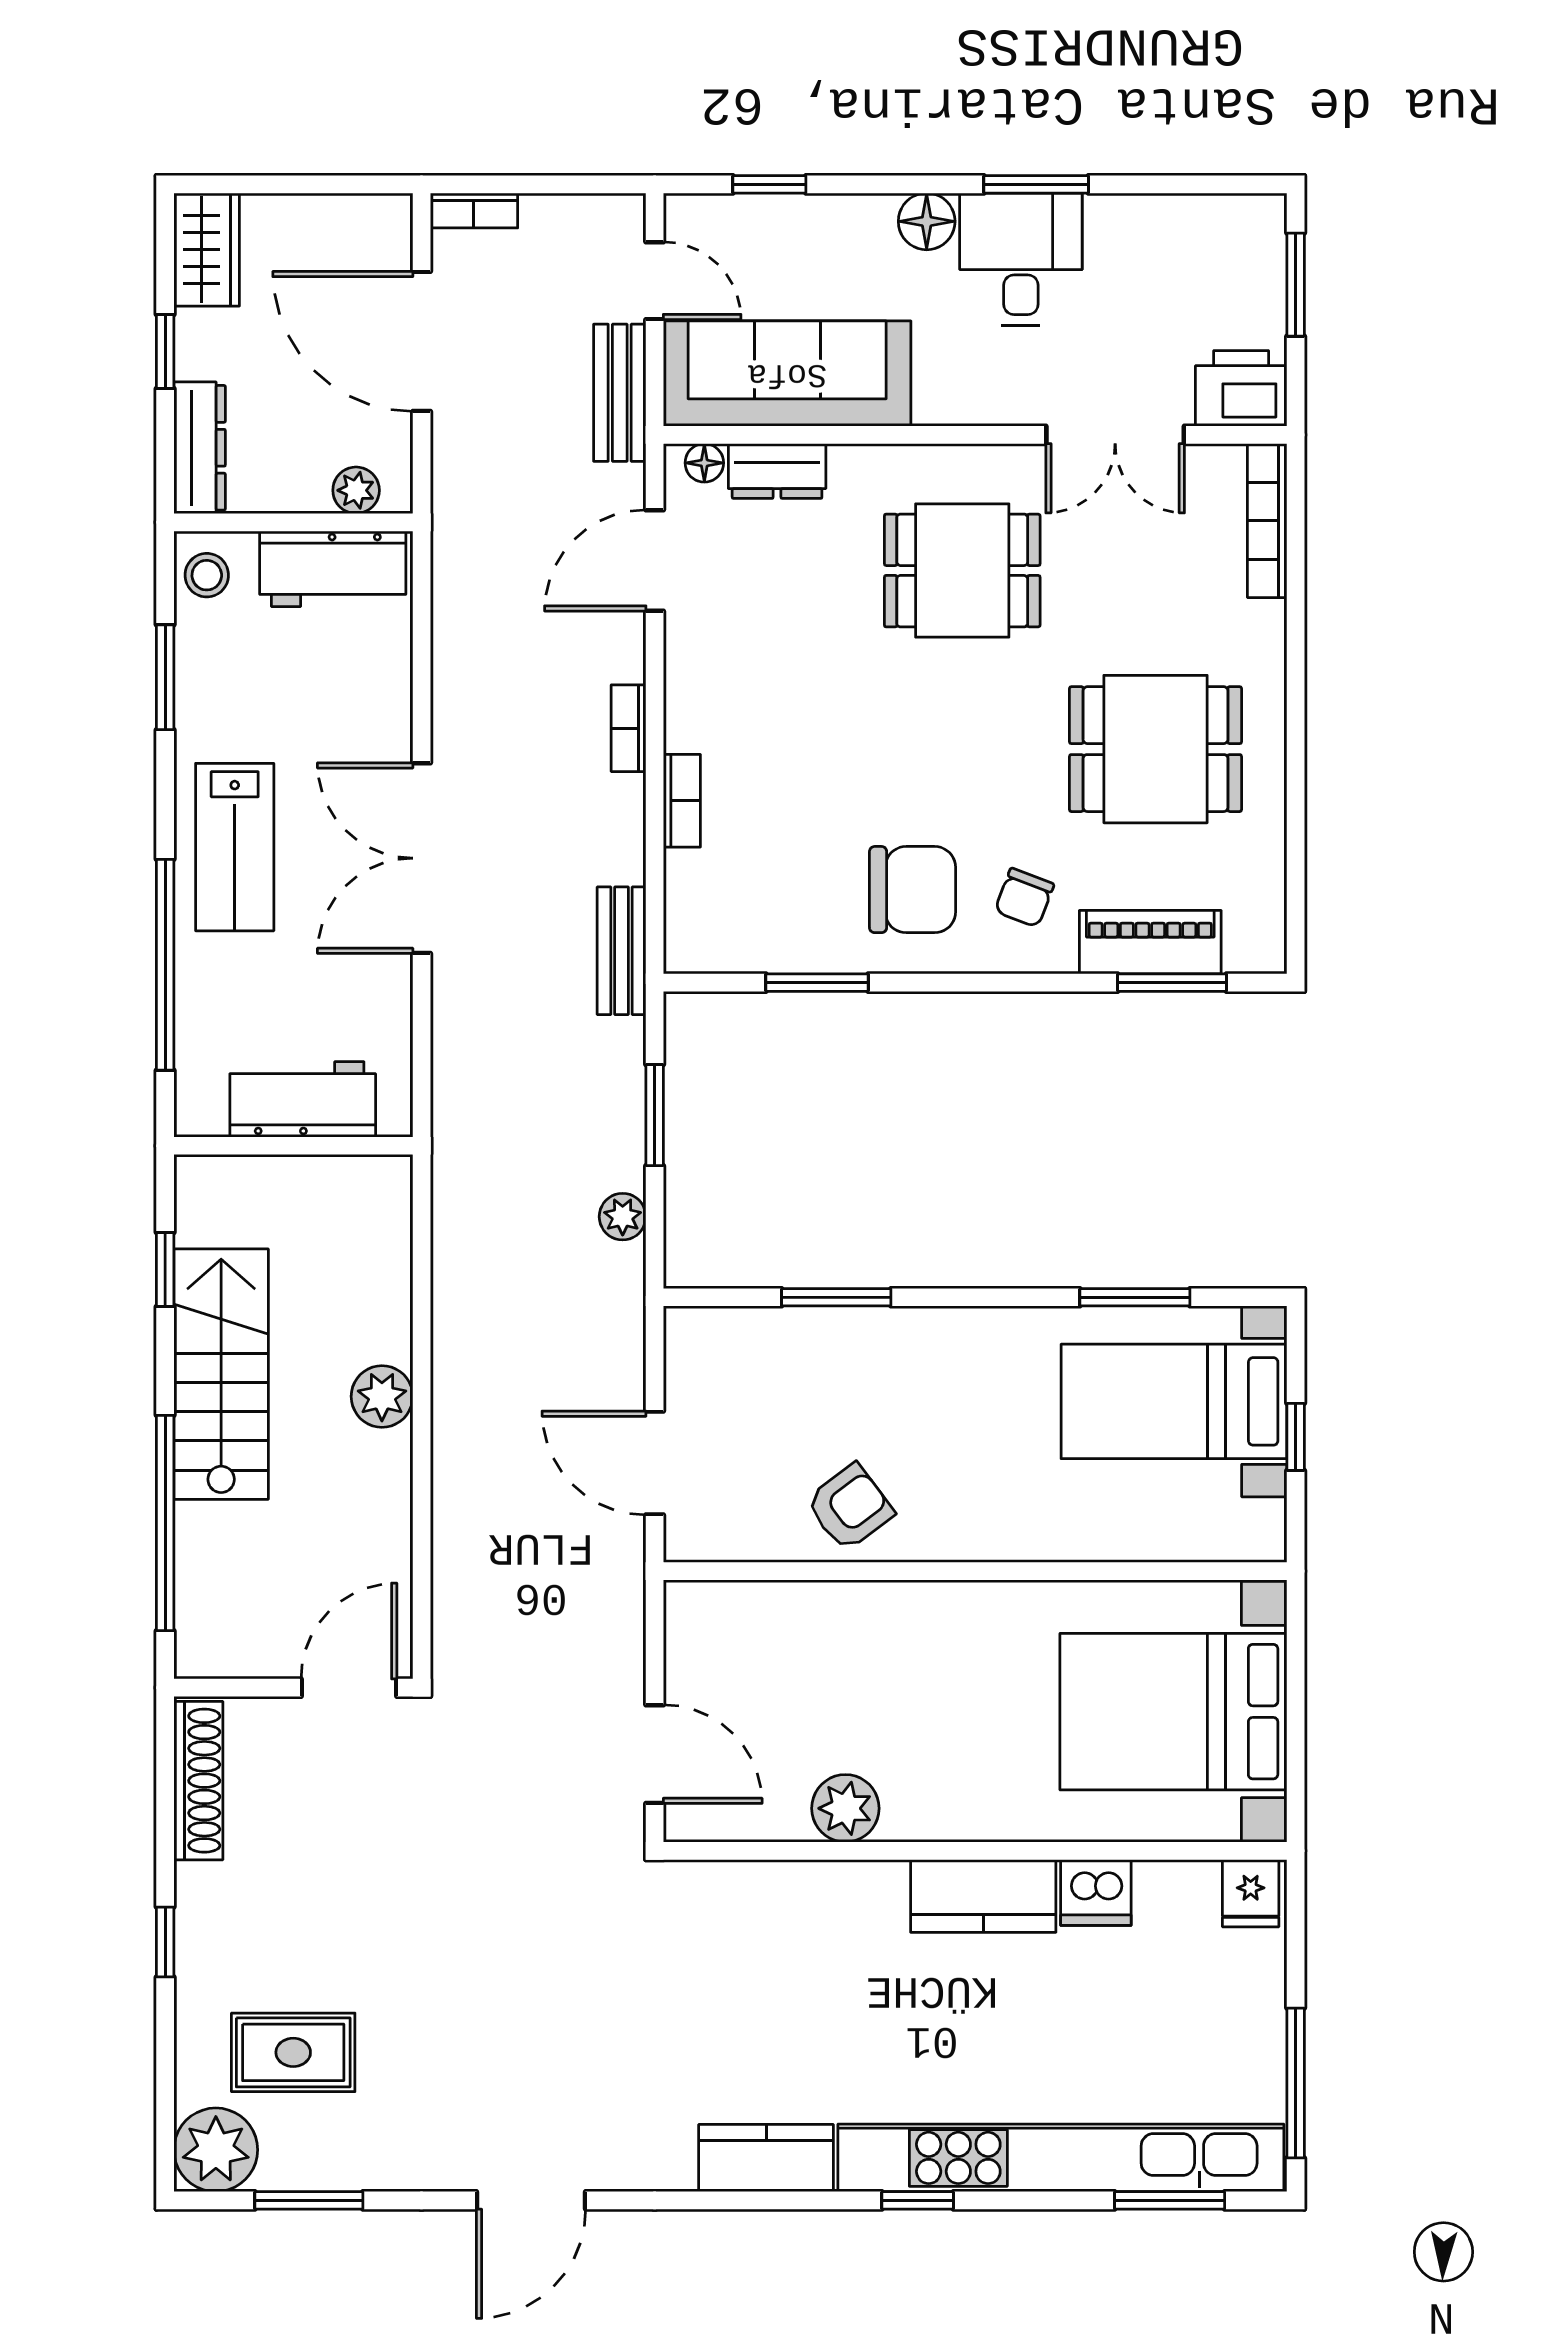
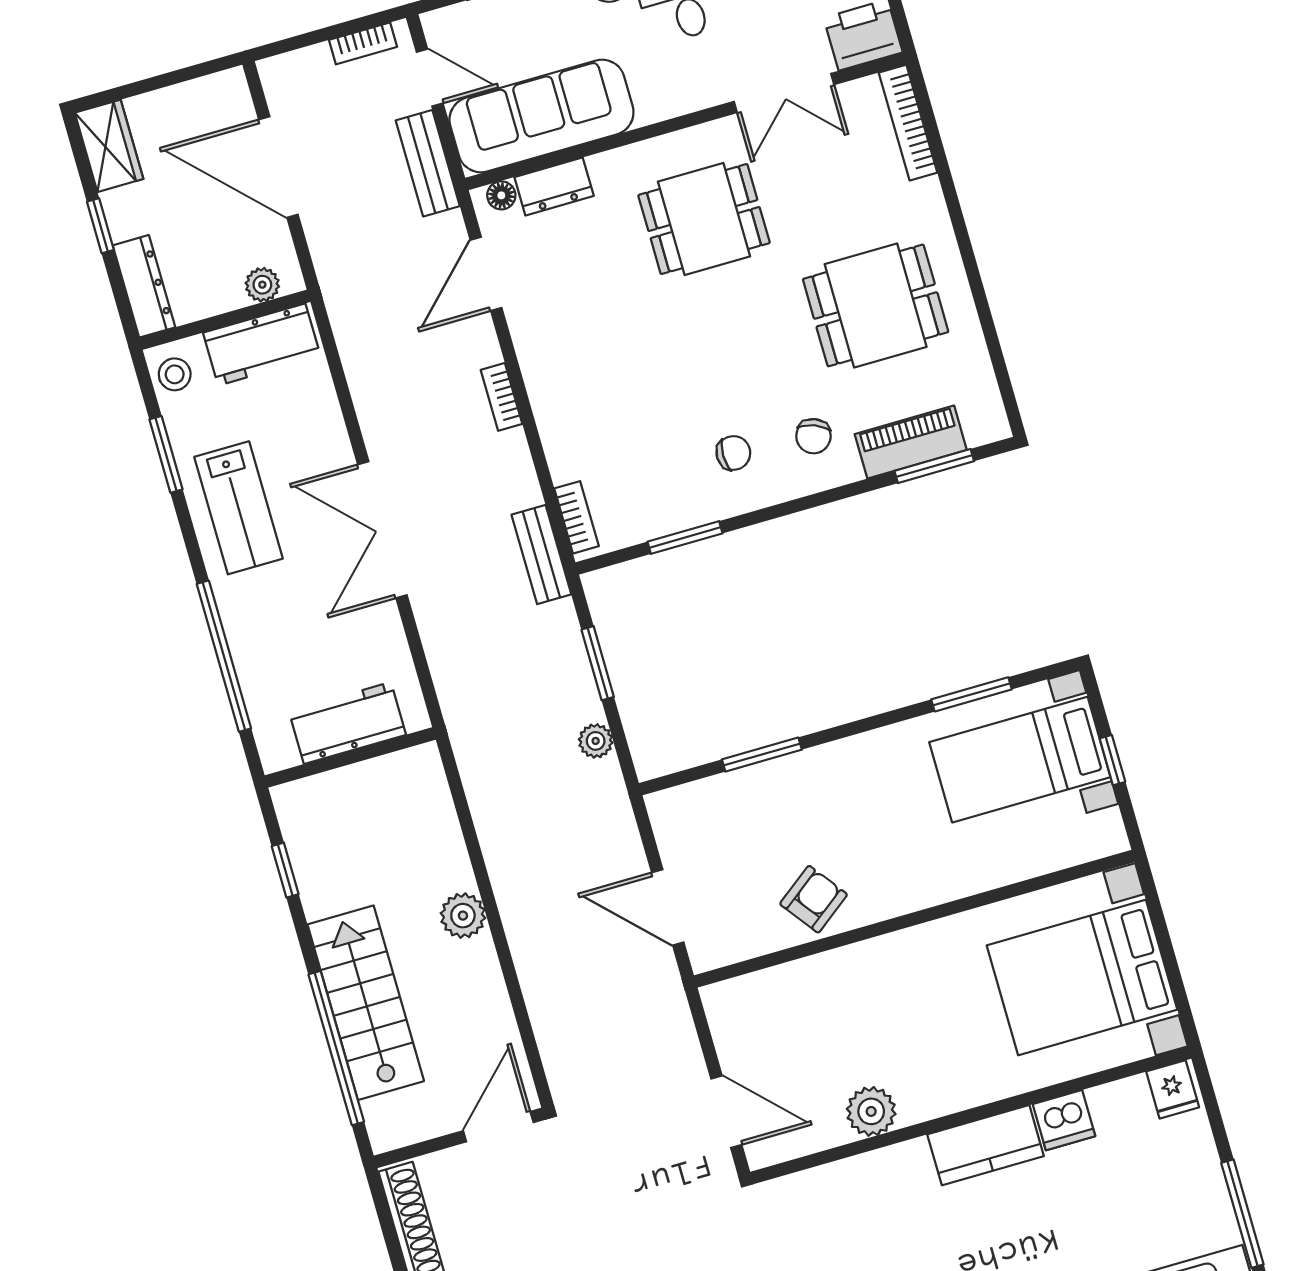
bookcase: (474, 211) -> (363, 43), moved
bookcase: (682, 801) -> (577, 517), moved
lab bench: (235, 847) -> (238, 508), moved
chair: (913, 890) -> (733, 453), width x0.54, depth x0.54
stairs: (221, 1374) -> (366, 1003), moved

